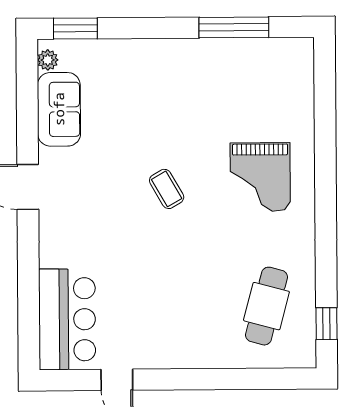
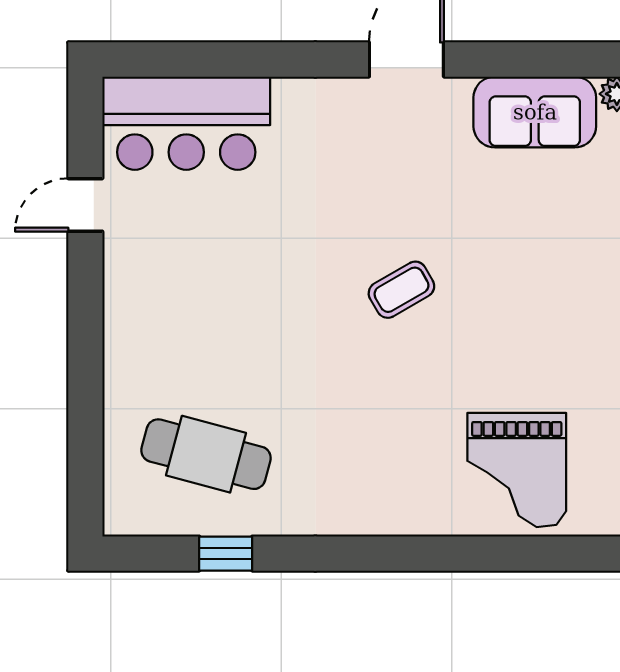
grand piano: (260, 177) -> (517, 470), moved, turned -90
window: (327, 324) -> (226, 554), moved

